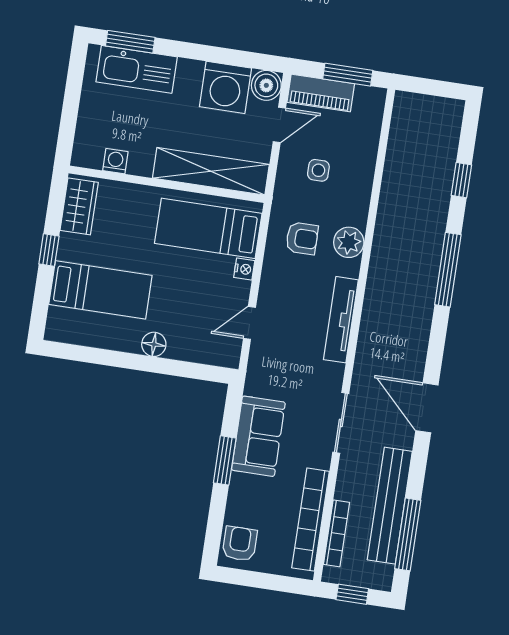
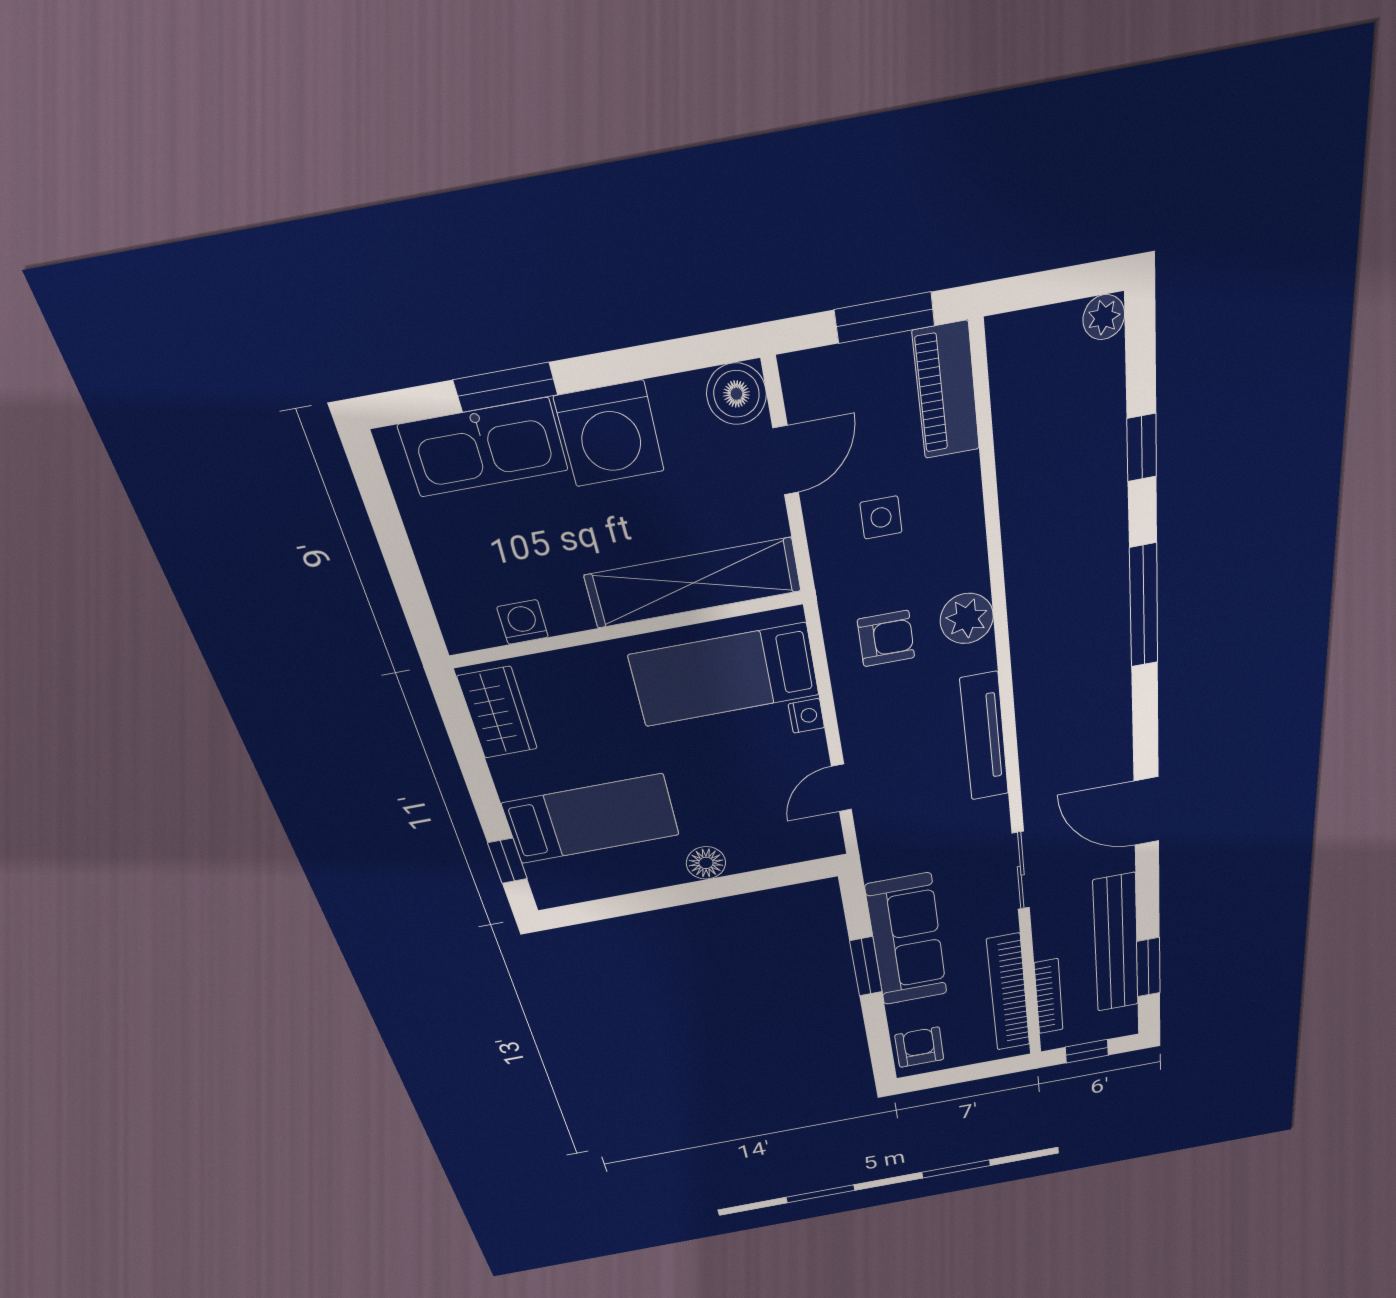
window: (130, 42) -> (505, 387), moved
washing machine: (226, 87) -> (609, 434), moved
piano: (321, 93) -> (946, 391), moved, turned 90
plant: (453, 109) -> (1104, 317), added
window: (49, 250) -> (507, 861), moved
sofa: (258, 436) -> (907, 940), width x1.36
window: (408, 534) -> (1148, 967), width x0.69

